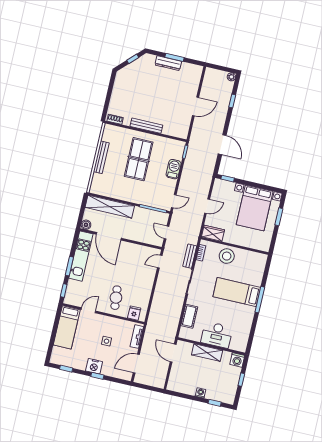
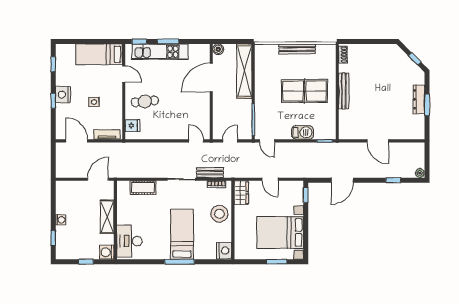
kitchen unit: (81, 256) -> (160, 52), moved
nightstand: (259, 259) -> (224, 251), added
desk: (217, 335) -> (129, 241), moved

